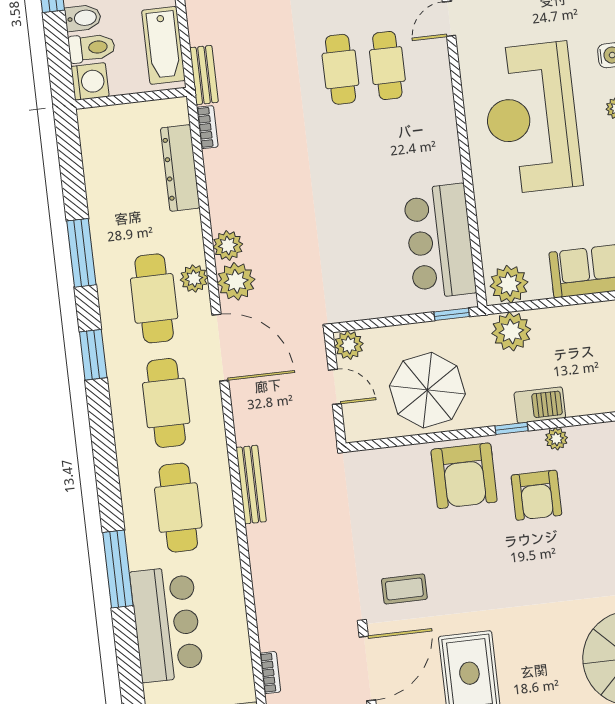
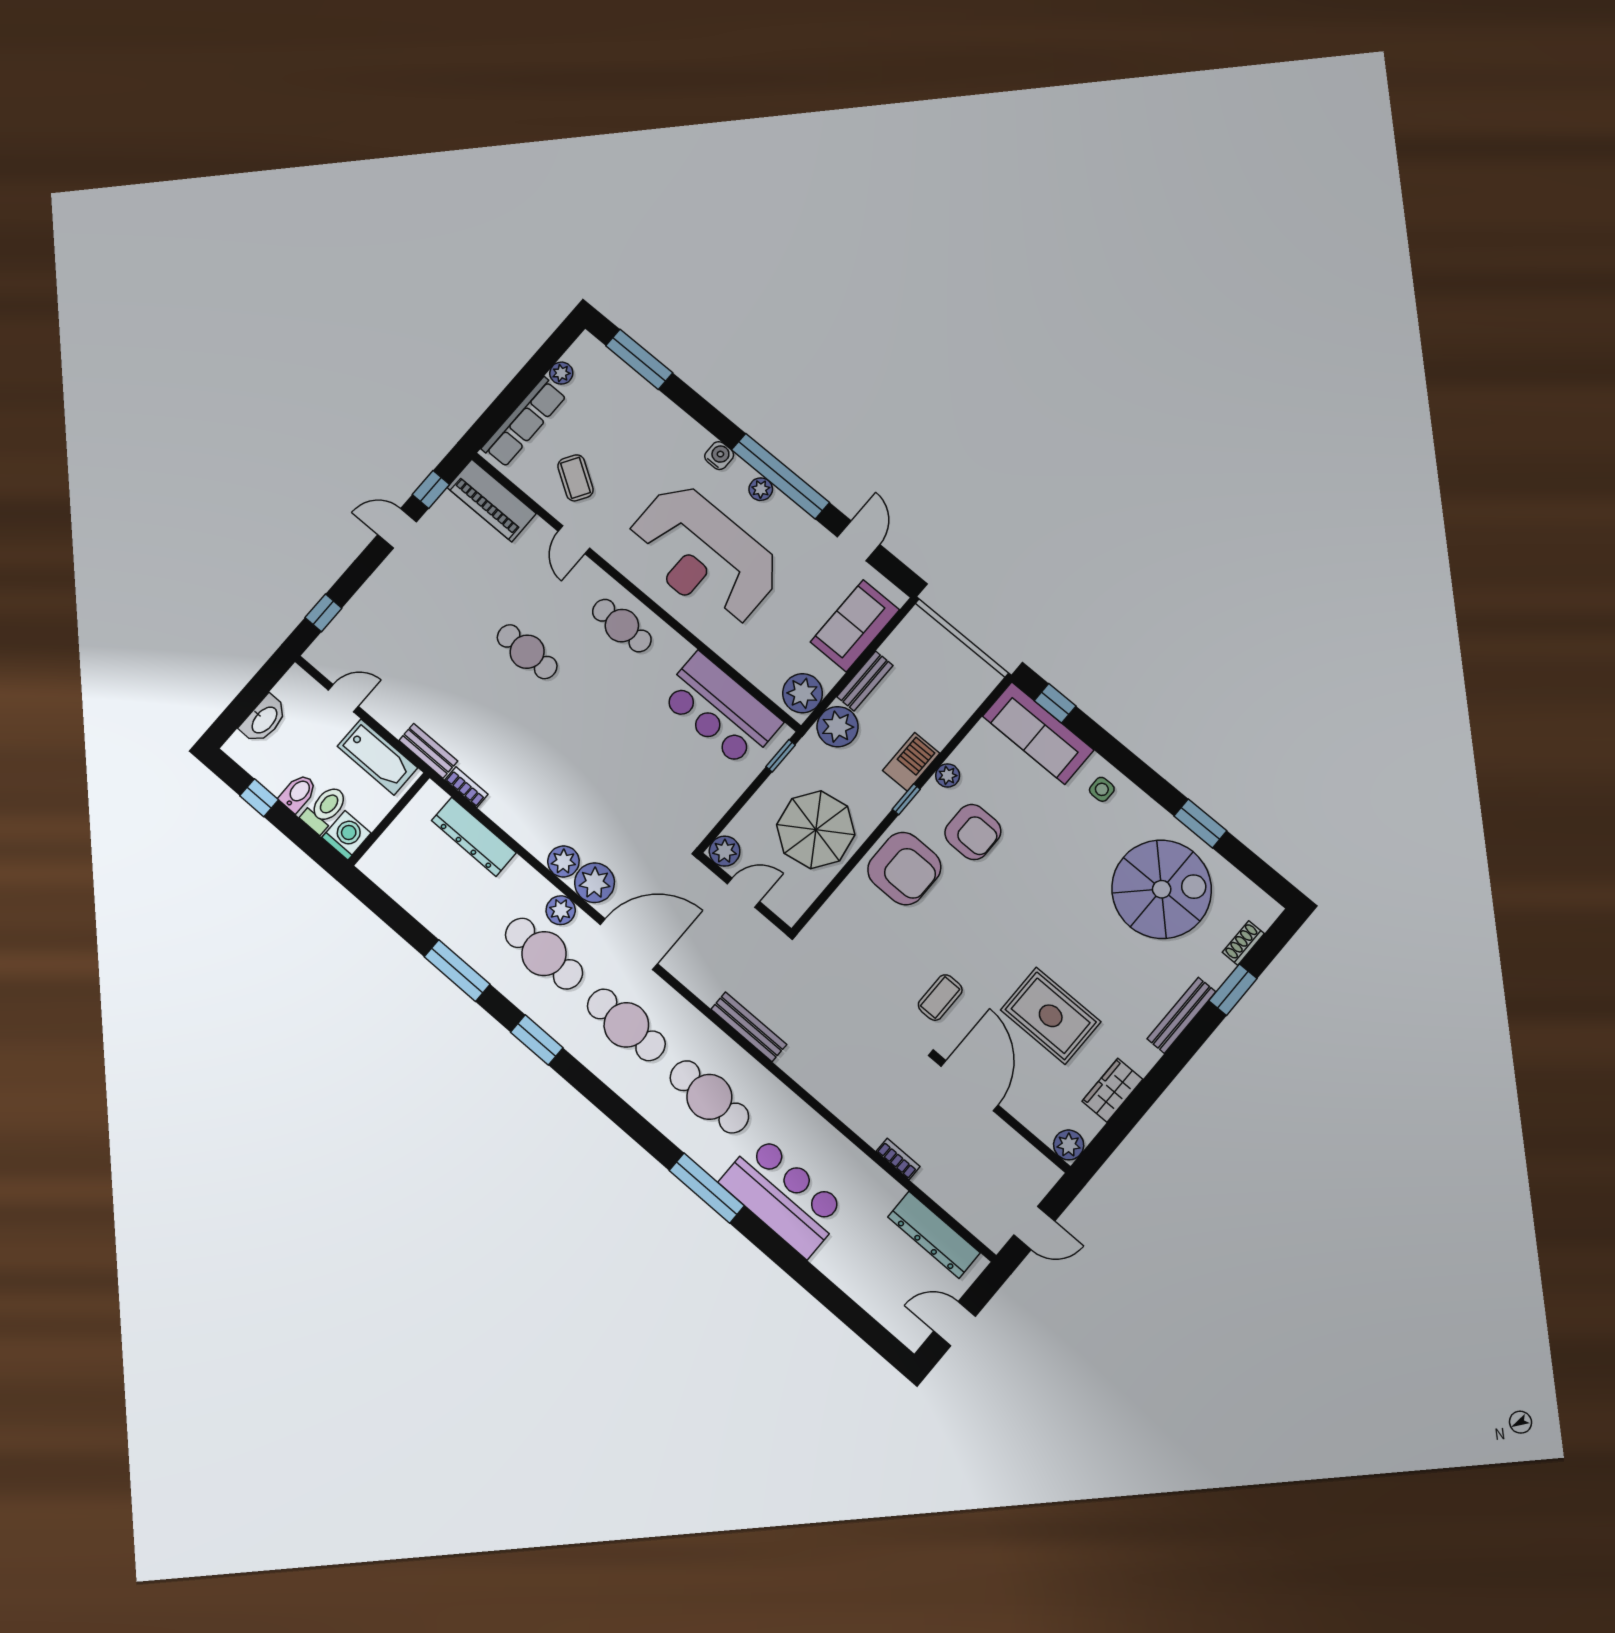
cafe table: (387, 66) -> (622, 626), moved
bench: (561, 317) -> (865, 681), added

